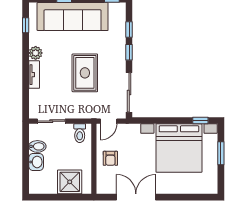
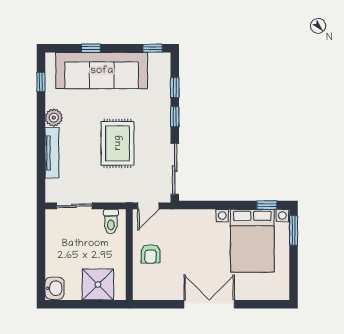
tv unit: (34, 75) -> (52, 153), width x1.41
bidet: (37, 146) -> (56, 239), removed
bed with nightstands: (179, 148) -> (252, 241), width x0.73
window: (221, 153) -> (294, 230), moved
washbasin: (36, 162) -> (54, 288), moved
double door: (136, 197) -> (209, 304), moved

